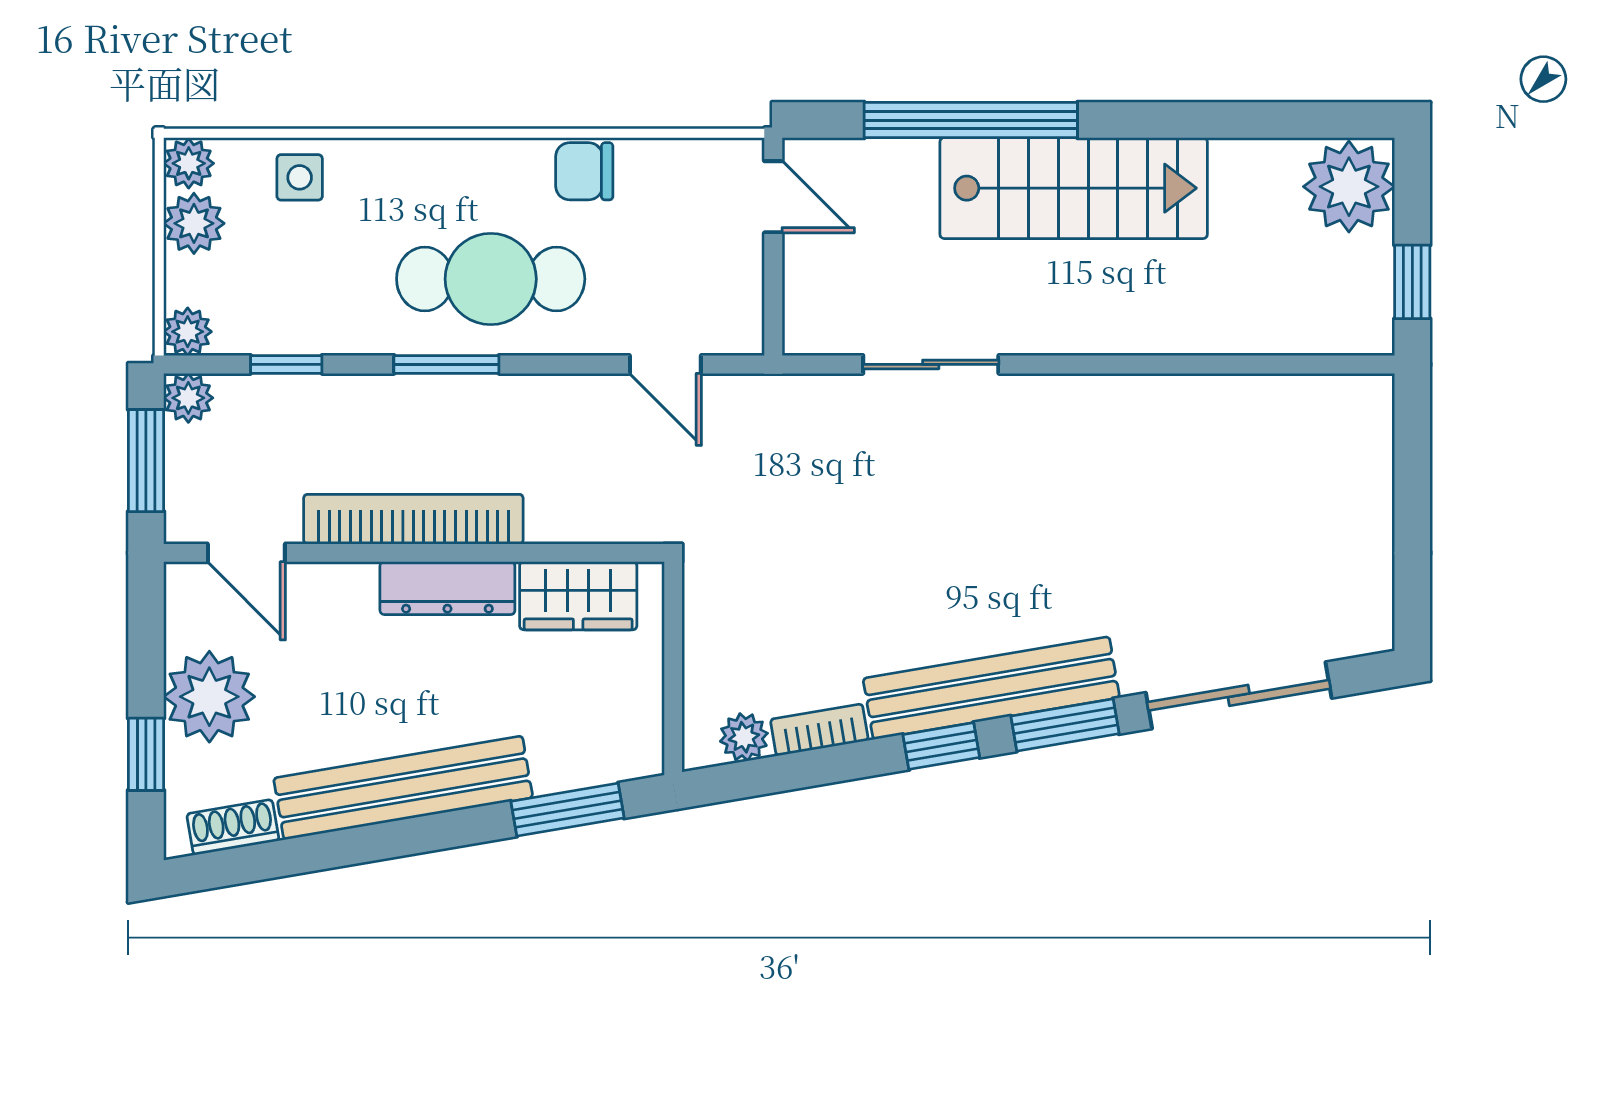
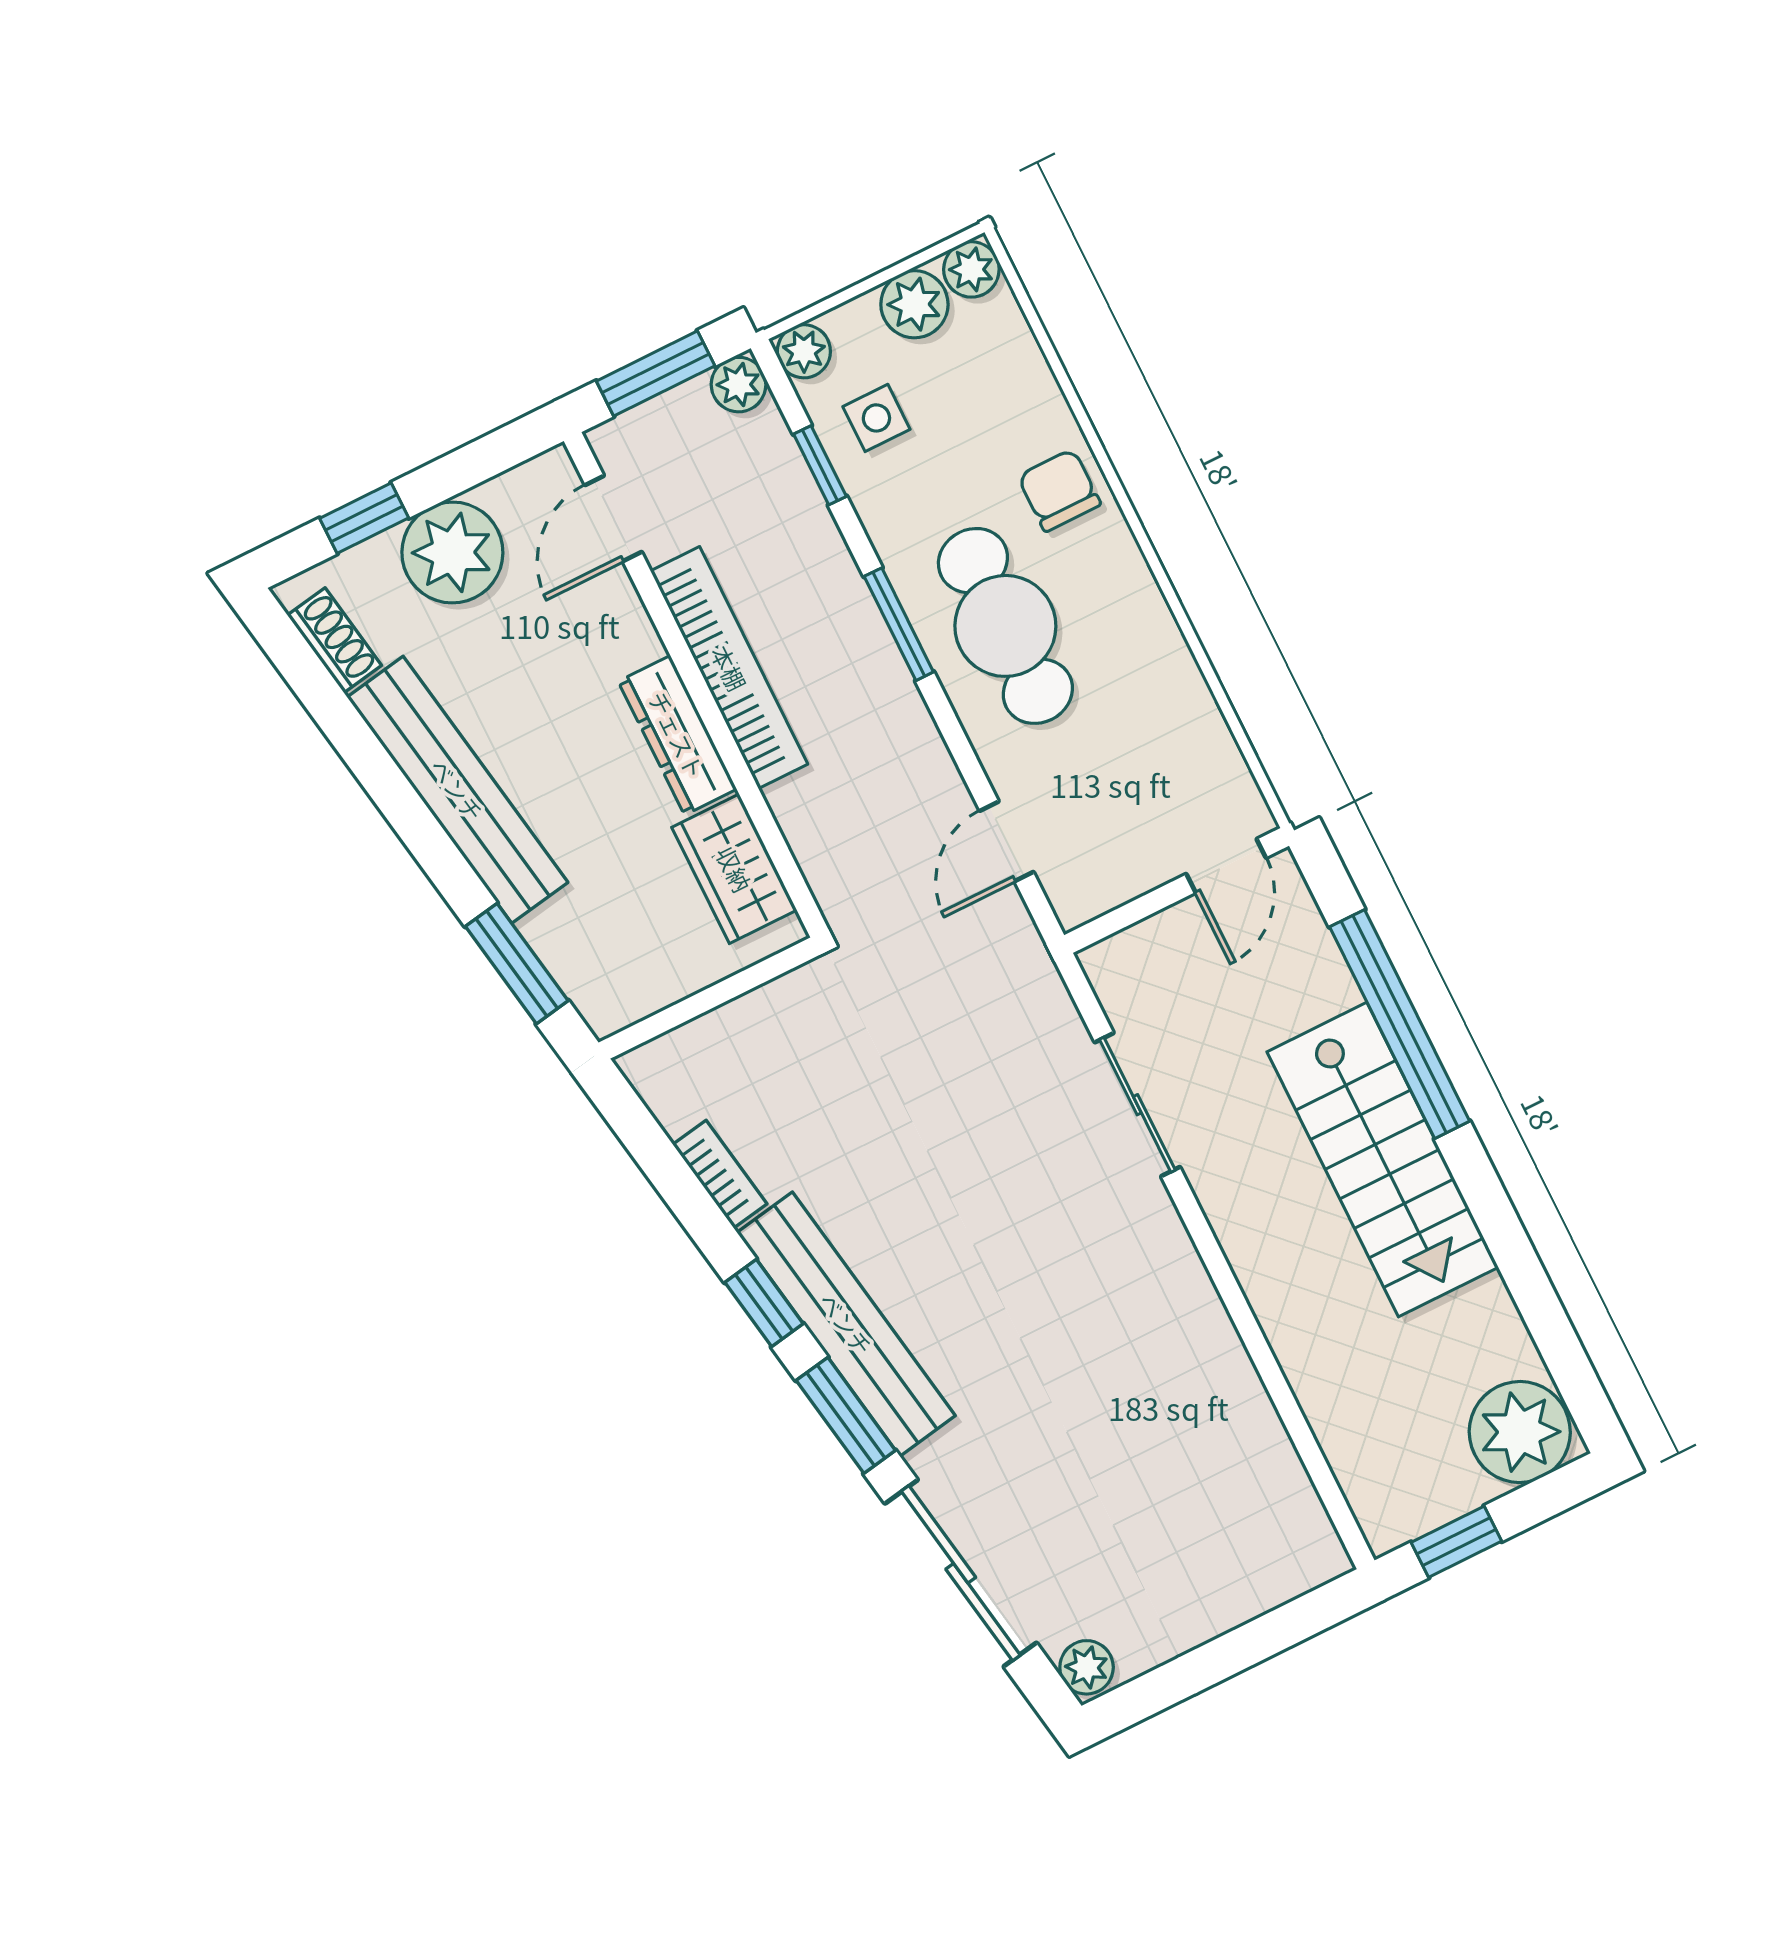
chair: (584, 171) -> (1059, 490), moved
side table: (300, 177) -> (876, 418), moved
plant: (744, 737) -> (1087, 1667), moved

